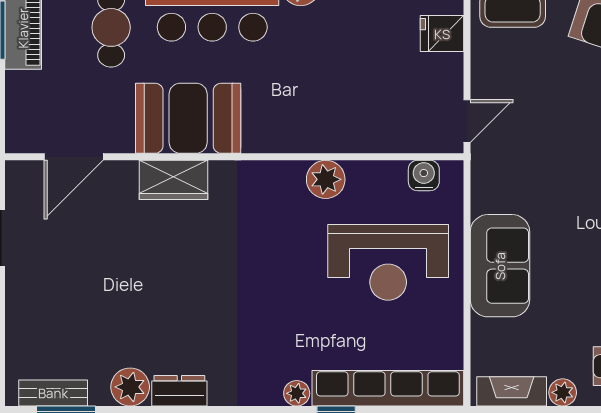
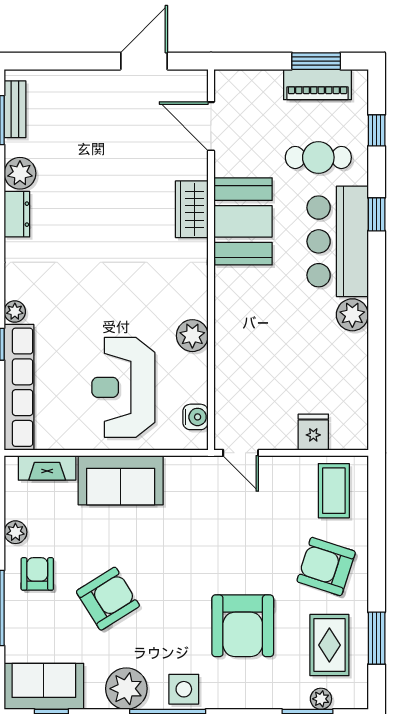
fireplace: (512, 391) -> (47, 468), moved, turned 90

